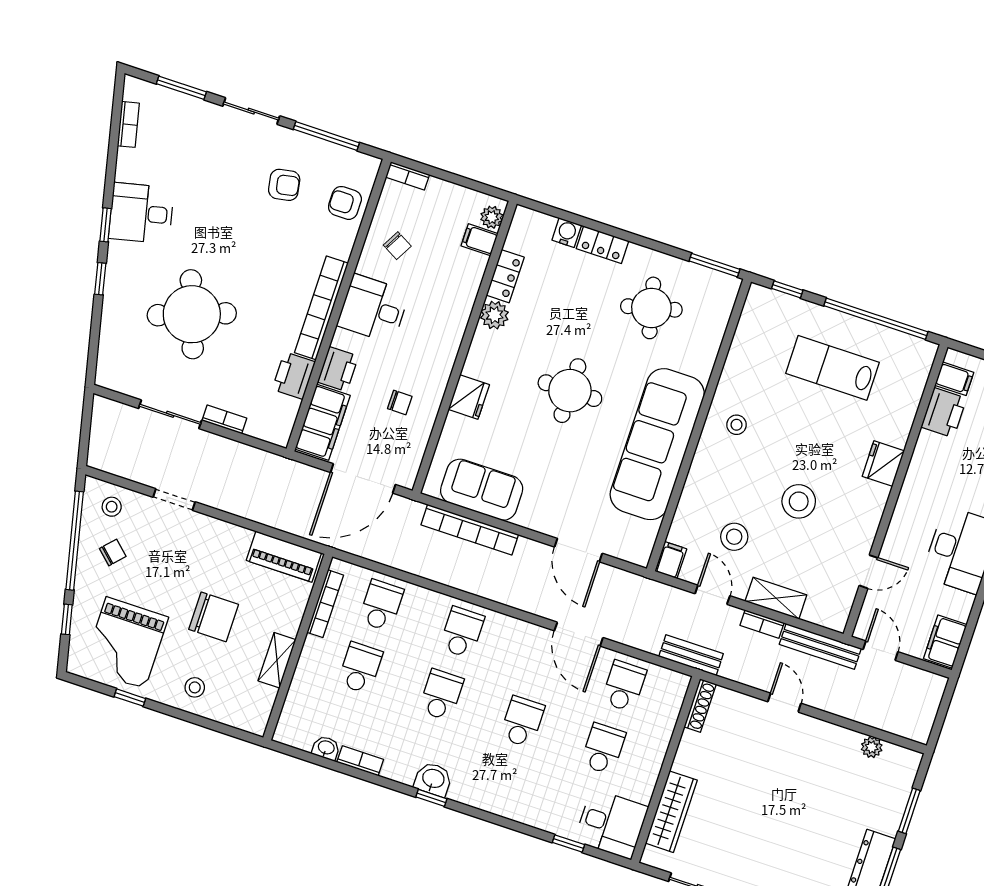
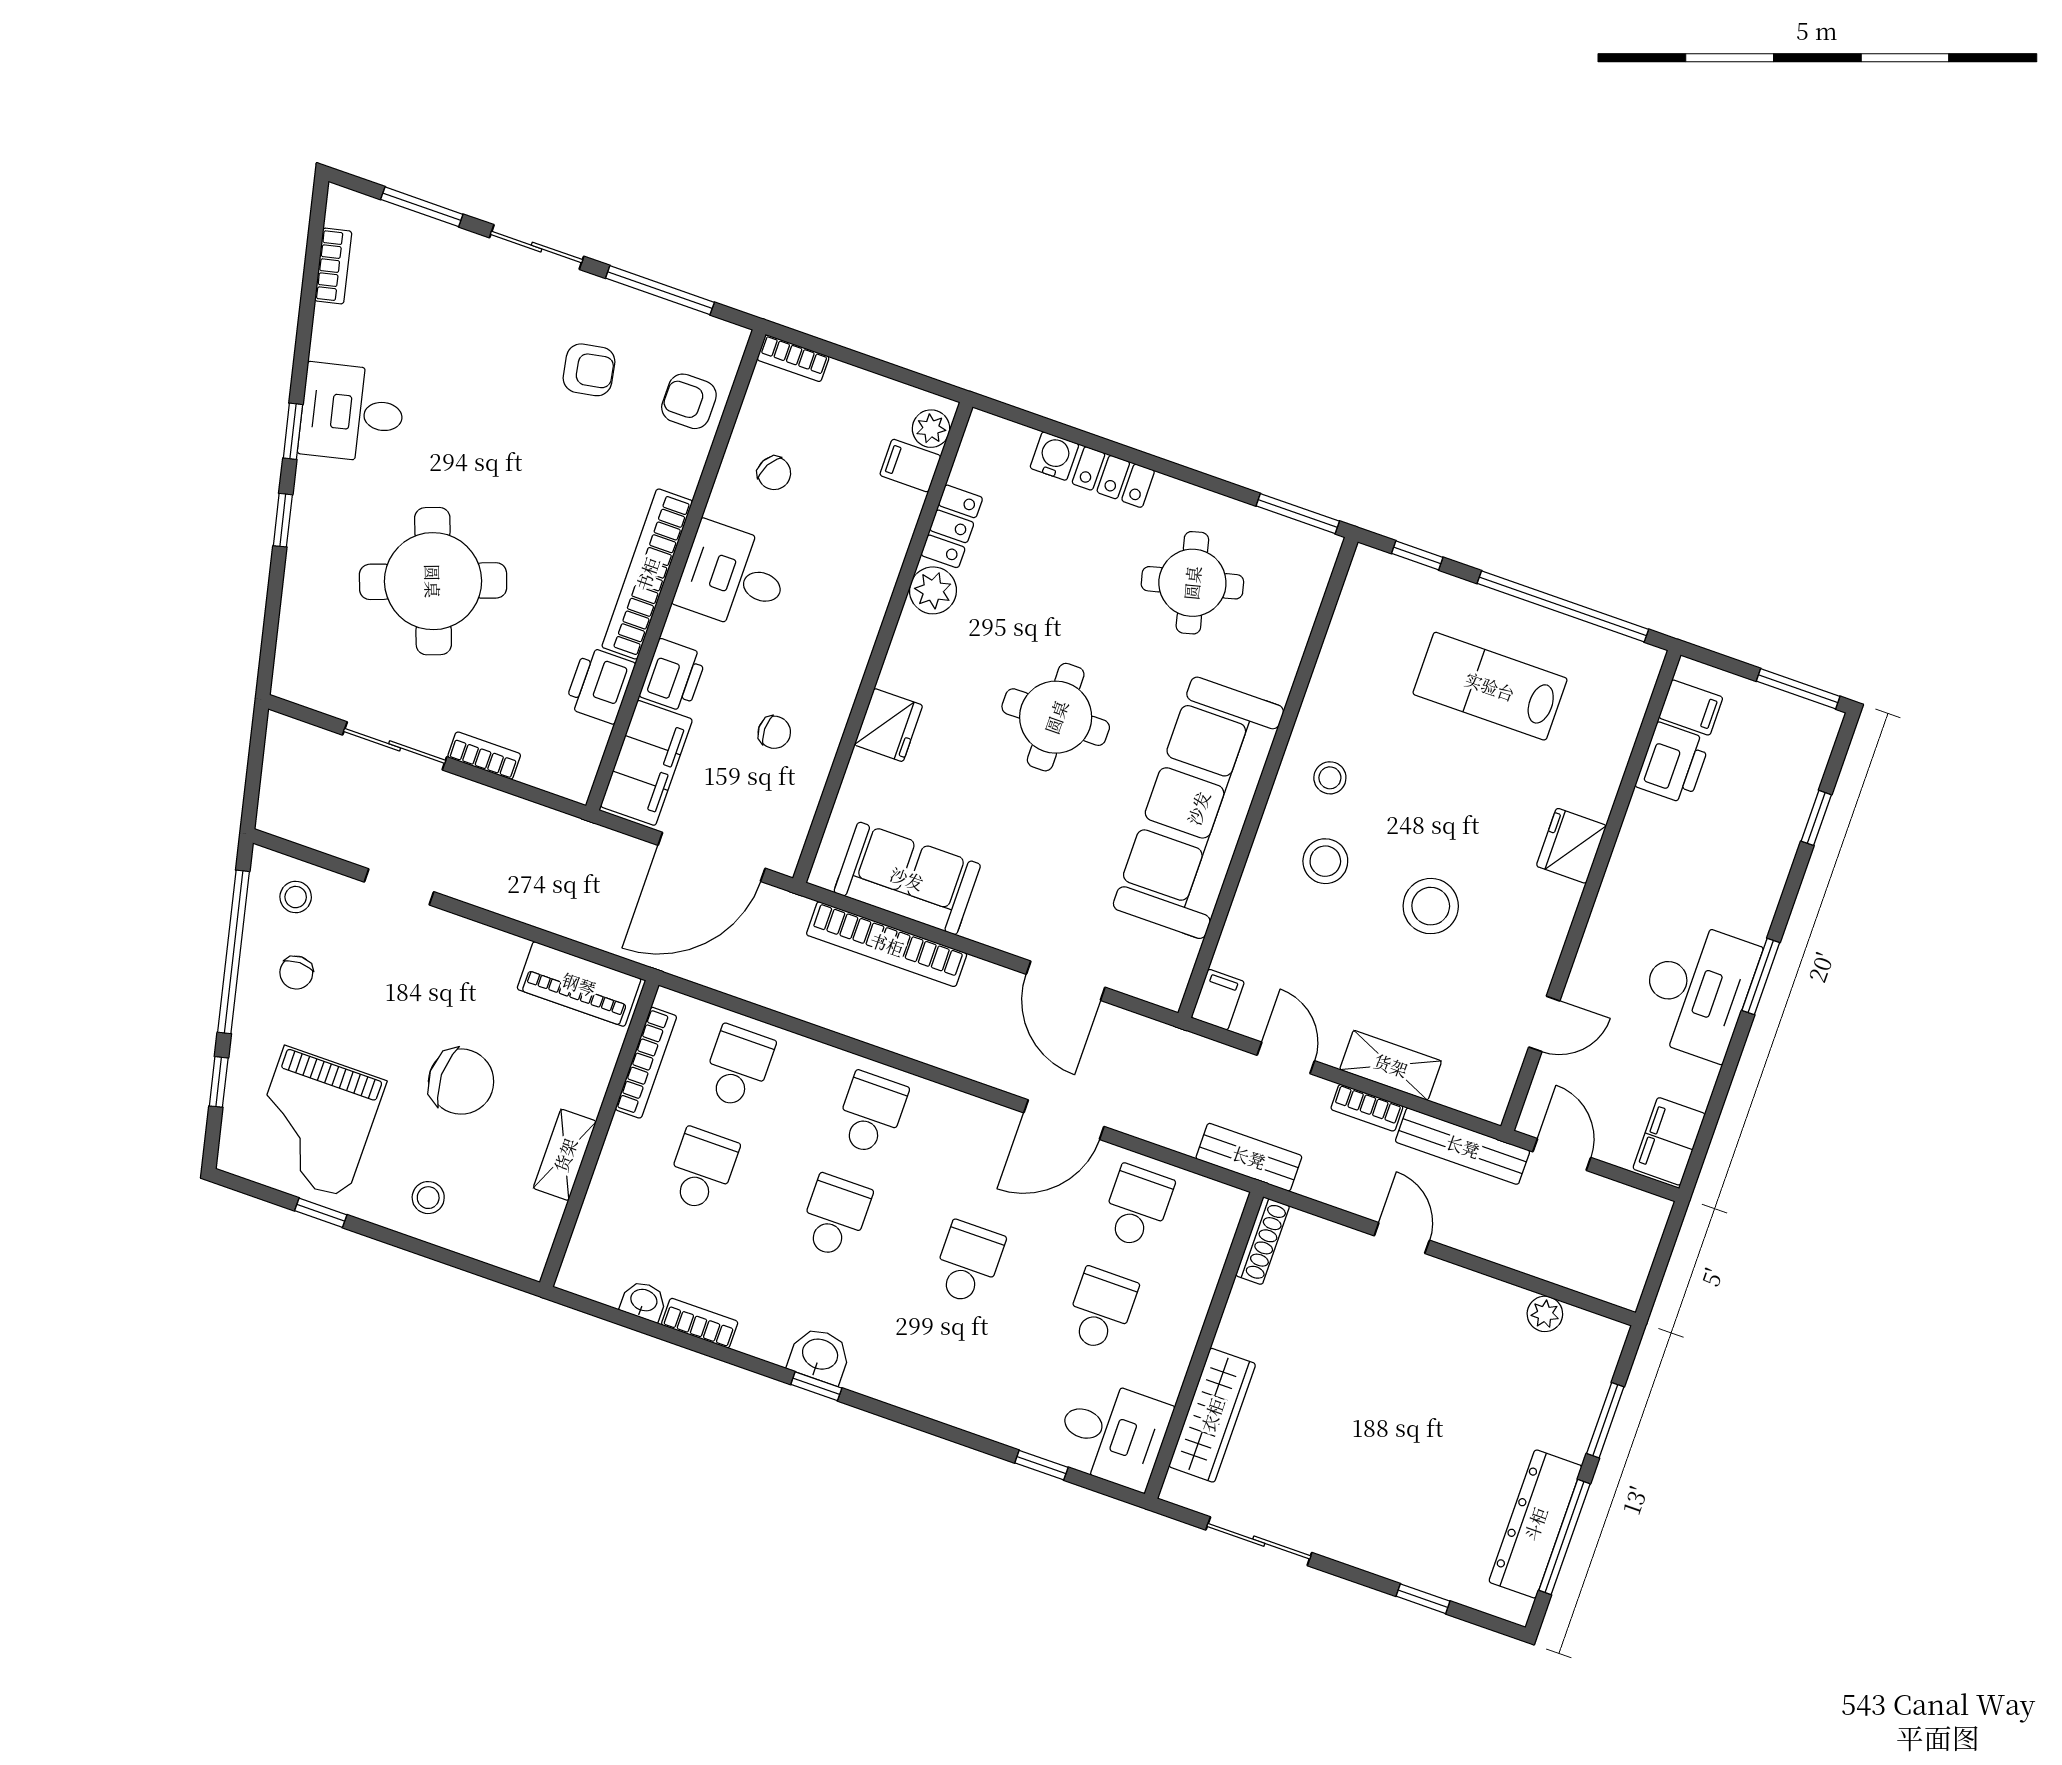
stool: (734, 537) -> (1325, 861), moved
chair: (113, 552) -> (296, 973), turned 137
door: (579, 634) -> (1064, 1120), hinge flipped

